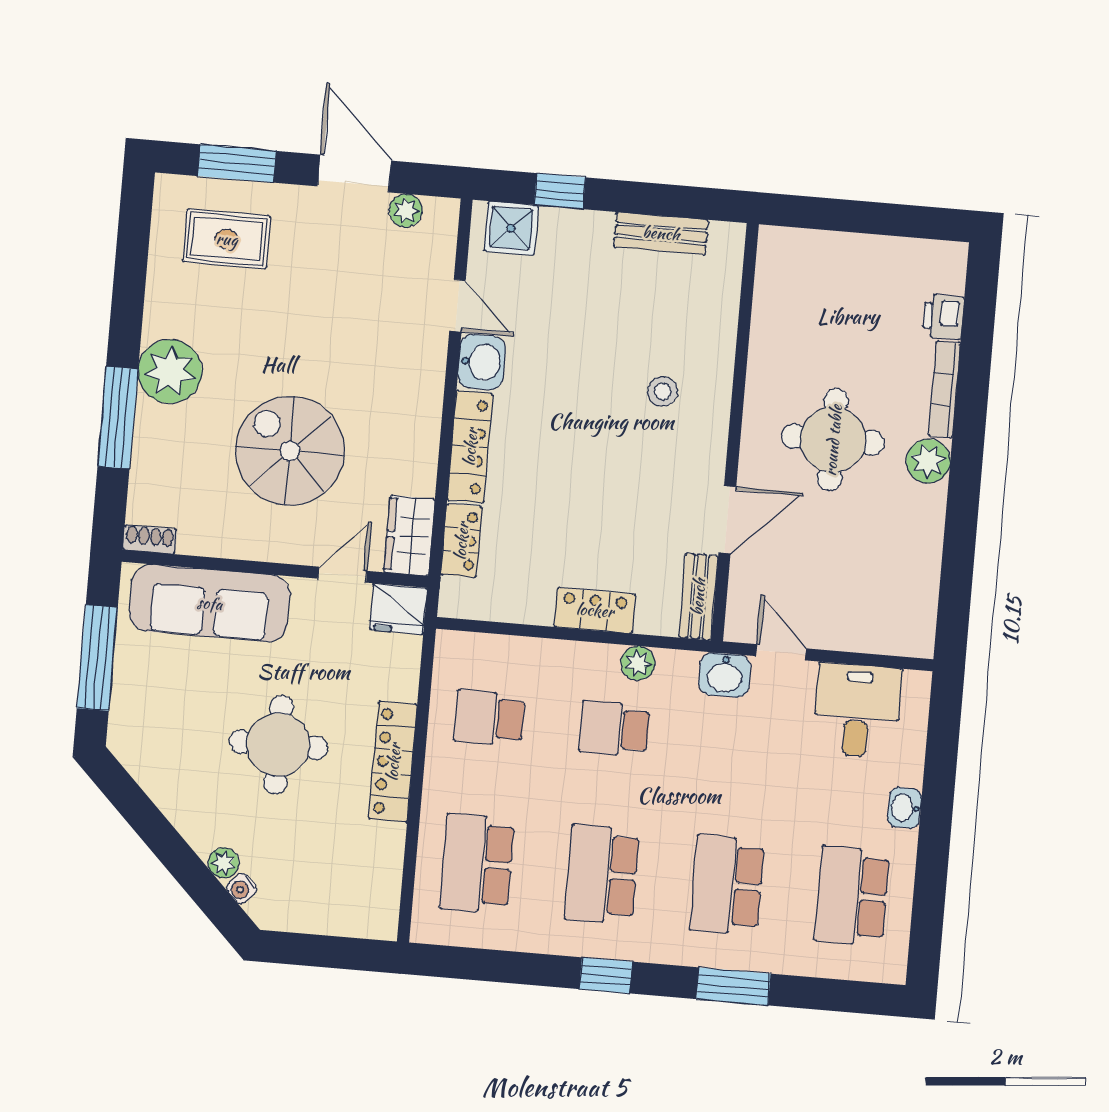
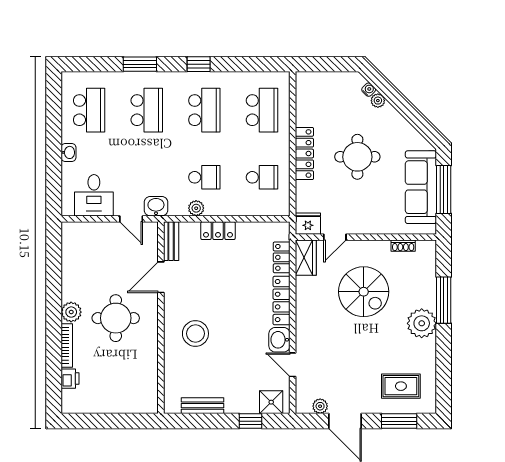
stool: (663, 391) -> (195, 334), width x1.89, depth x1.89
shoe rack: (150, 539) -> (403, 246), moved
sofa: (210, 603) -> (421, 187), moved, turned -90

